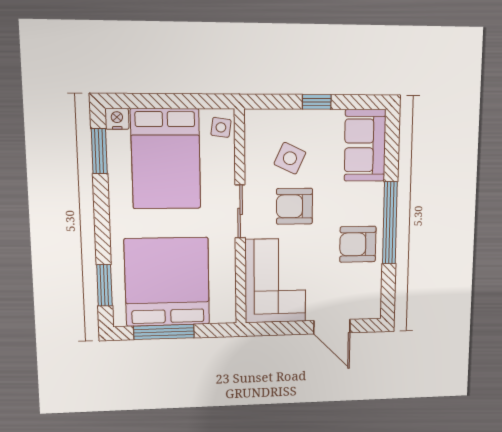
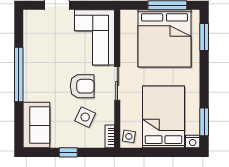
bookcase: (251, 127) -> (110, 136), added
armchair: (358, 244) -> (40, 61), removed

